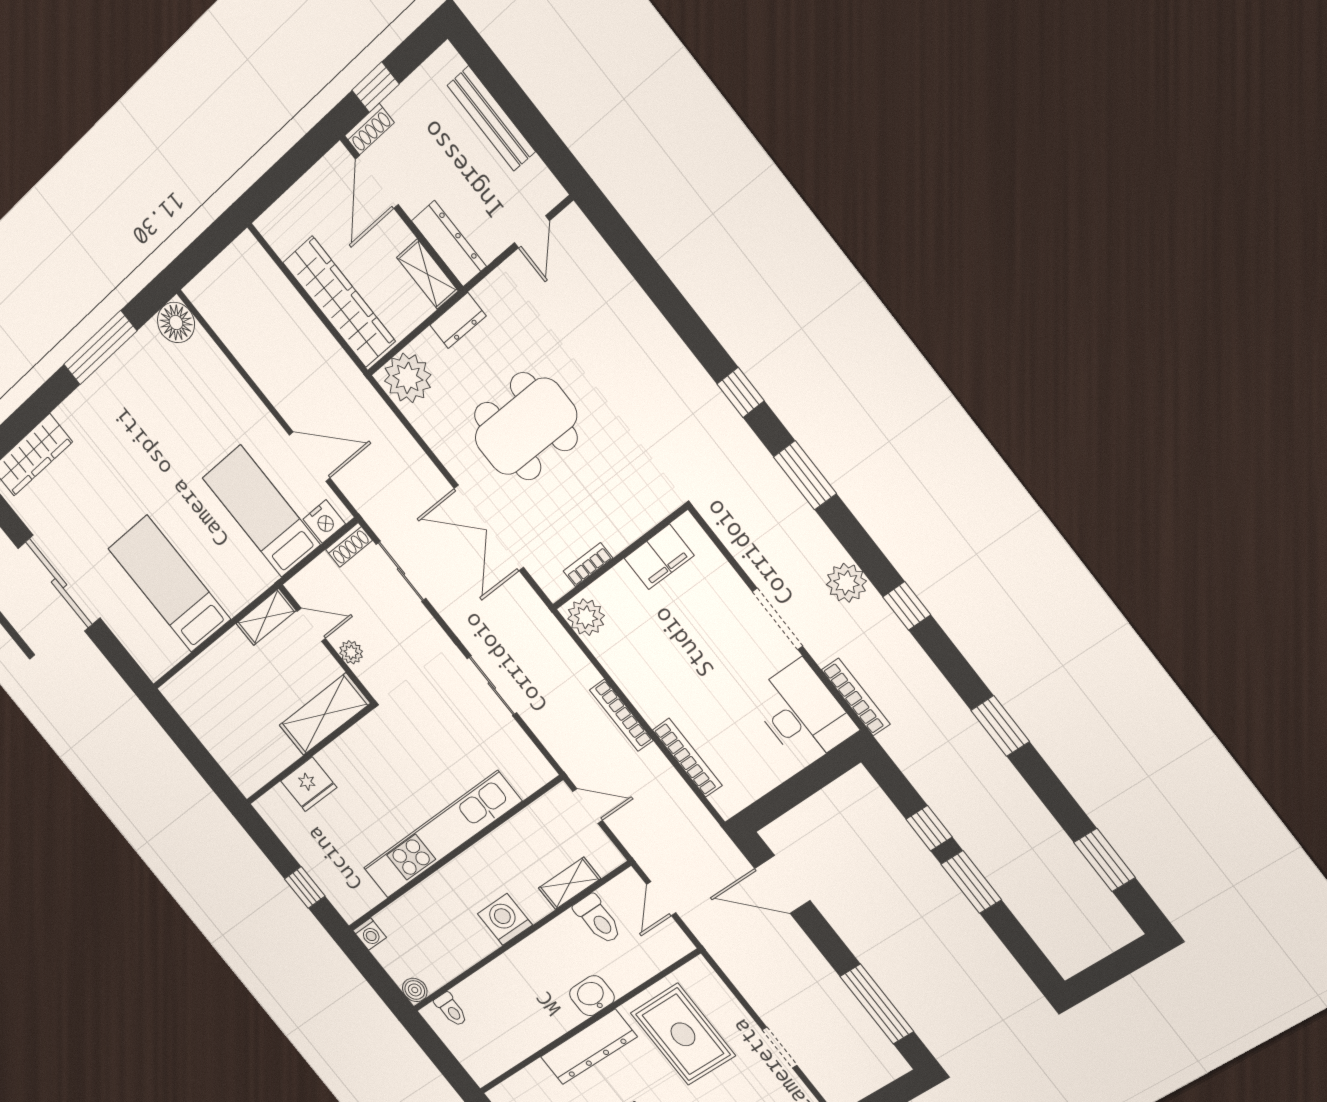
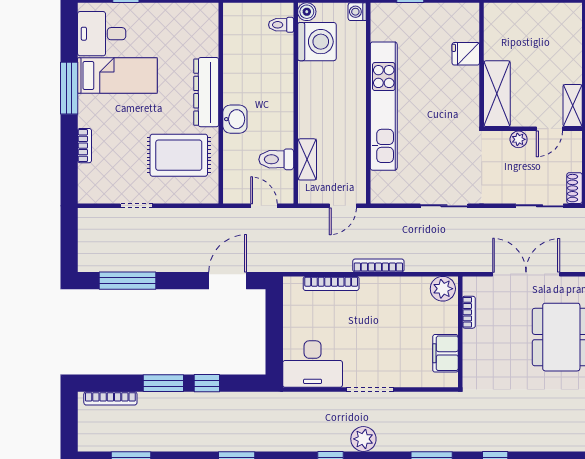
bookcase: (856, 697) -> (110, 398), moved
fridge: (309, 784) -> (466, 54), width x0.72
washing machine: (505, 919) -> (317, 42), moved, width x1.37, depth x1.37

